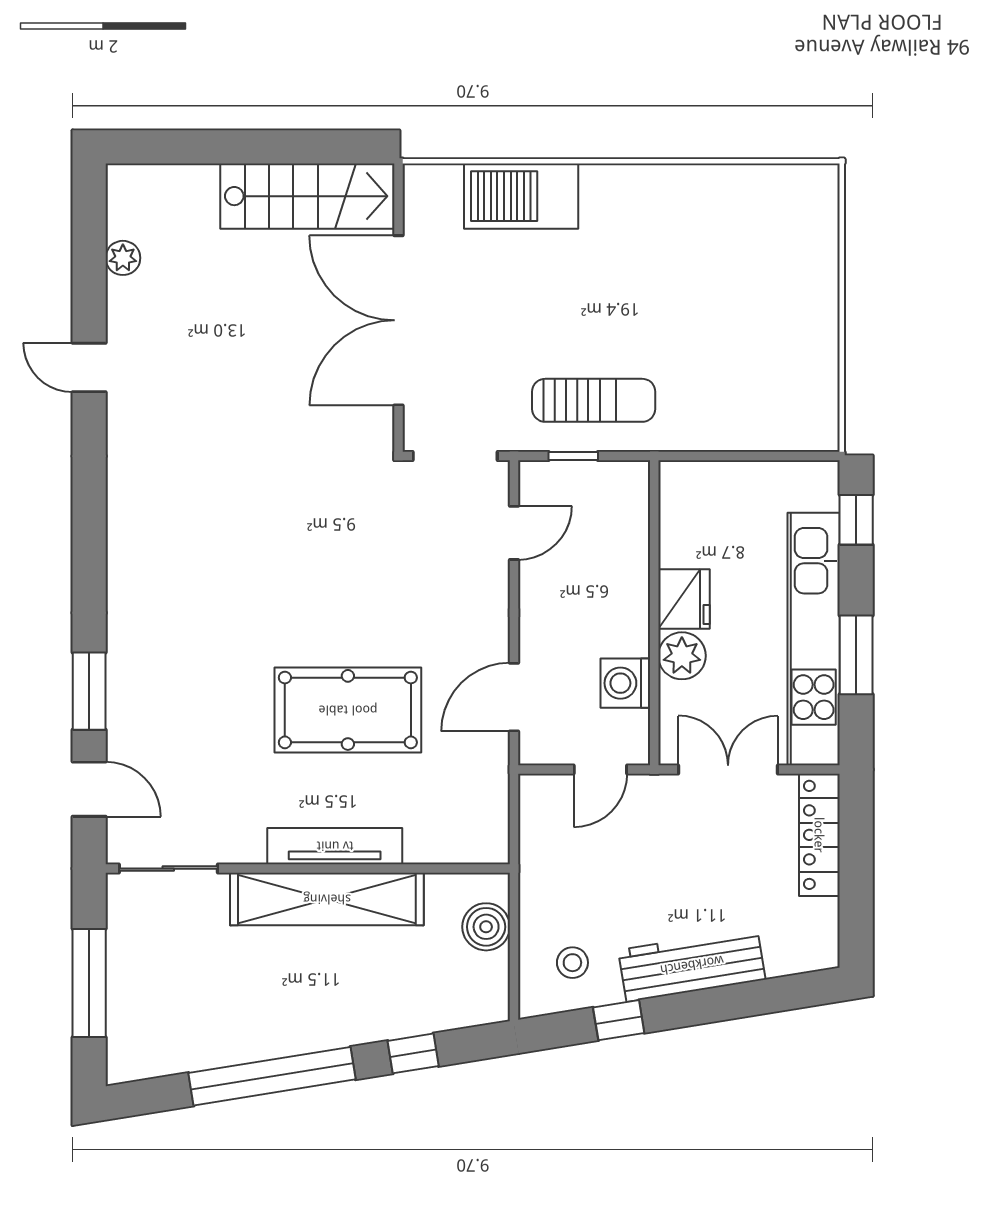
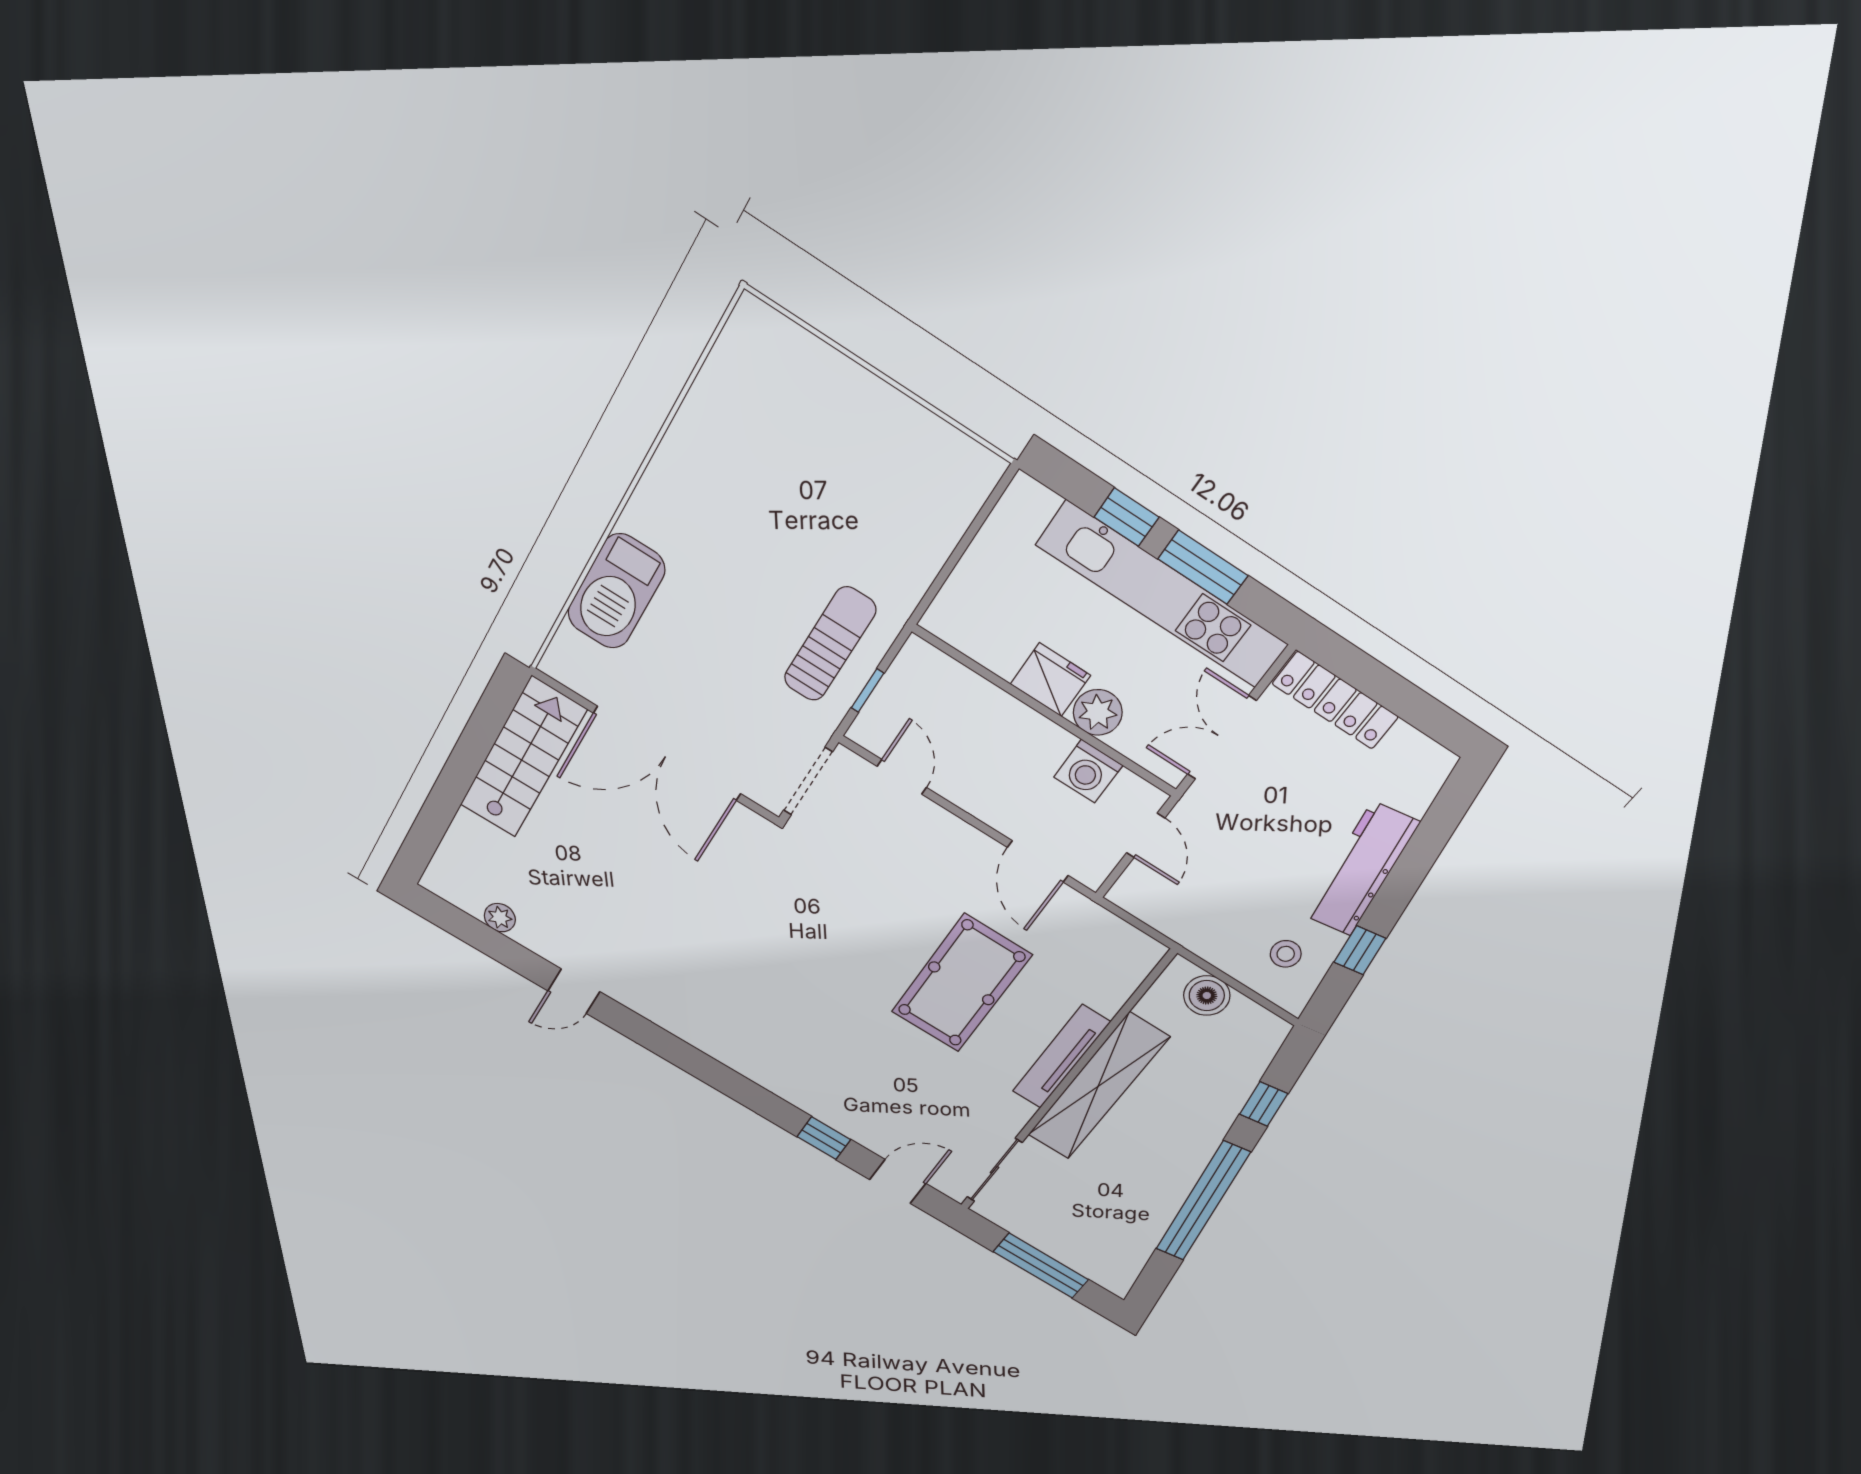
window: (856, 520) -> (1126, 517), moved
window: (89, 691) -> (824, 1138), width x0.67

